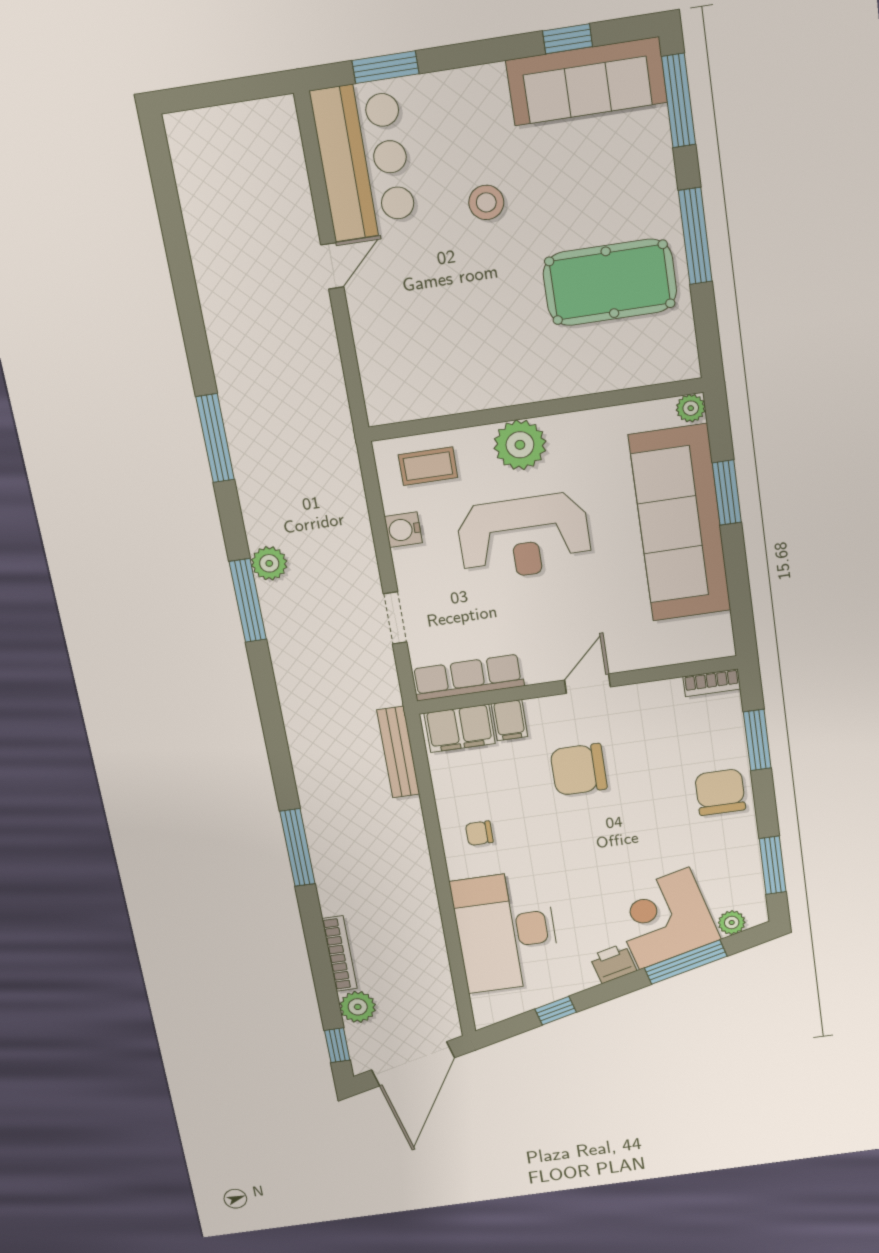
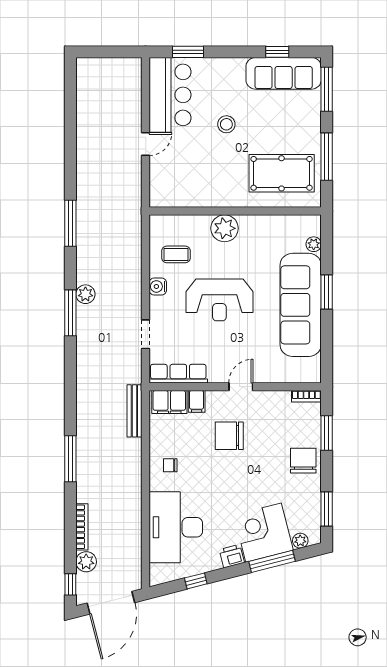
wall: (536, 410) -> (235, 211), moved
plant: (520, 445) -> (225, 228), moved

